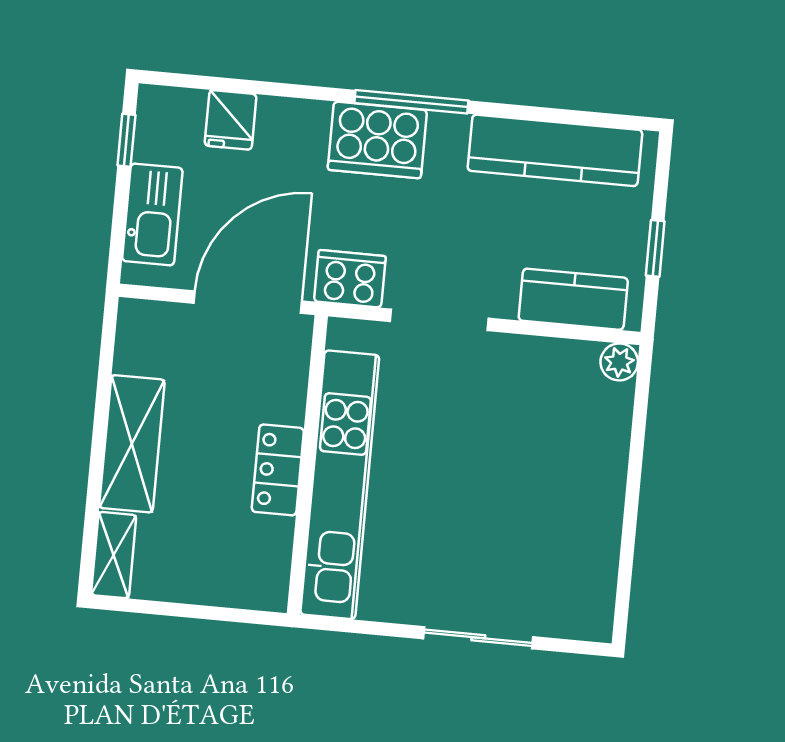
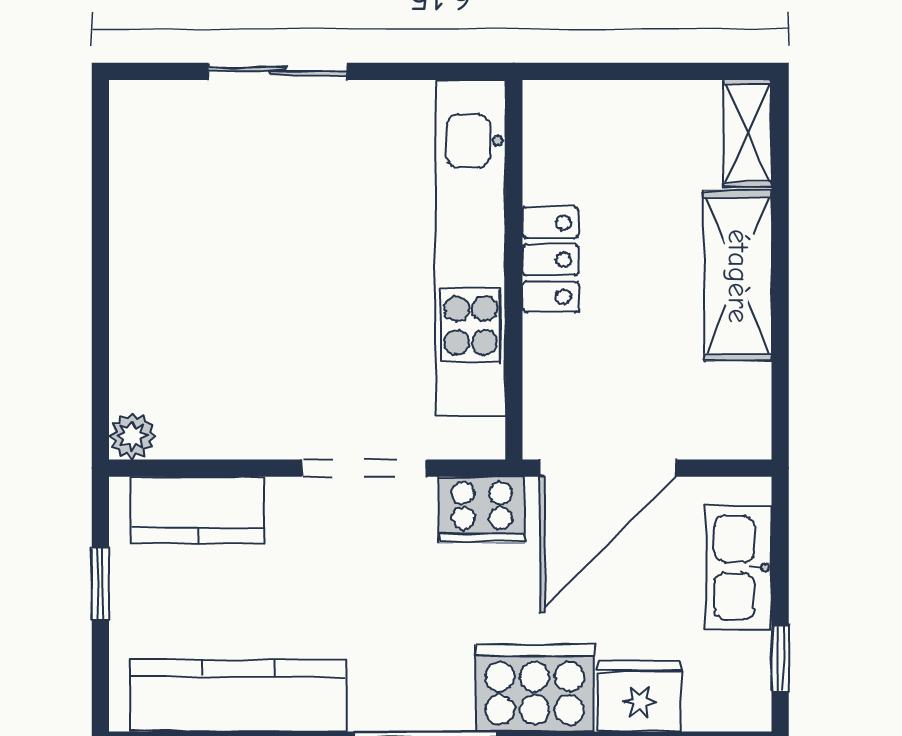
fridge: (231, 120) -> (640, 696), width x1.38
cooker: (377, 140) -> (535, 688), moved

